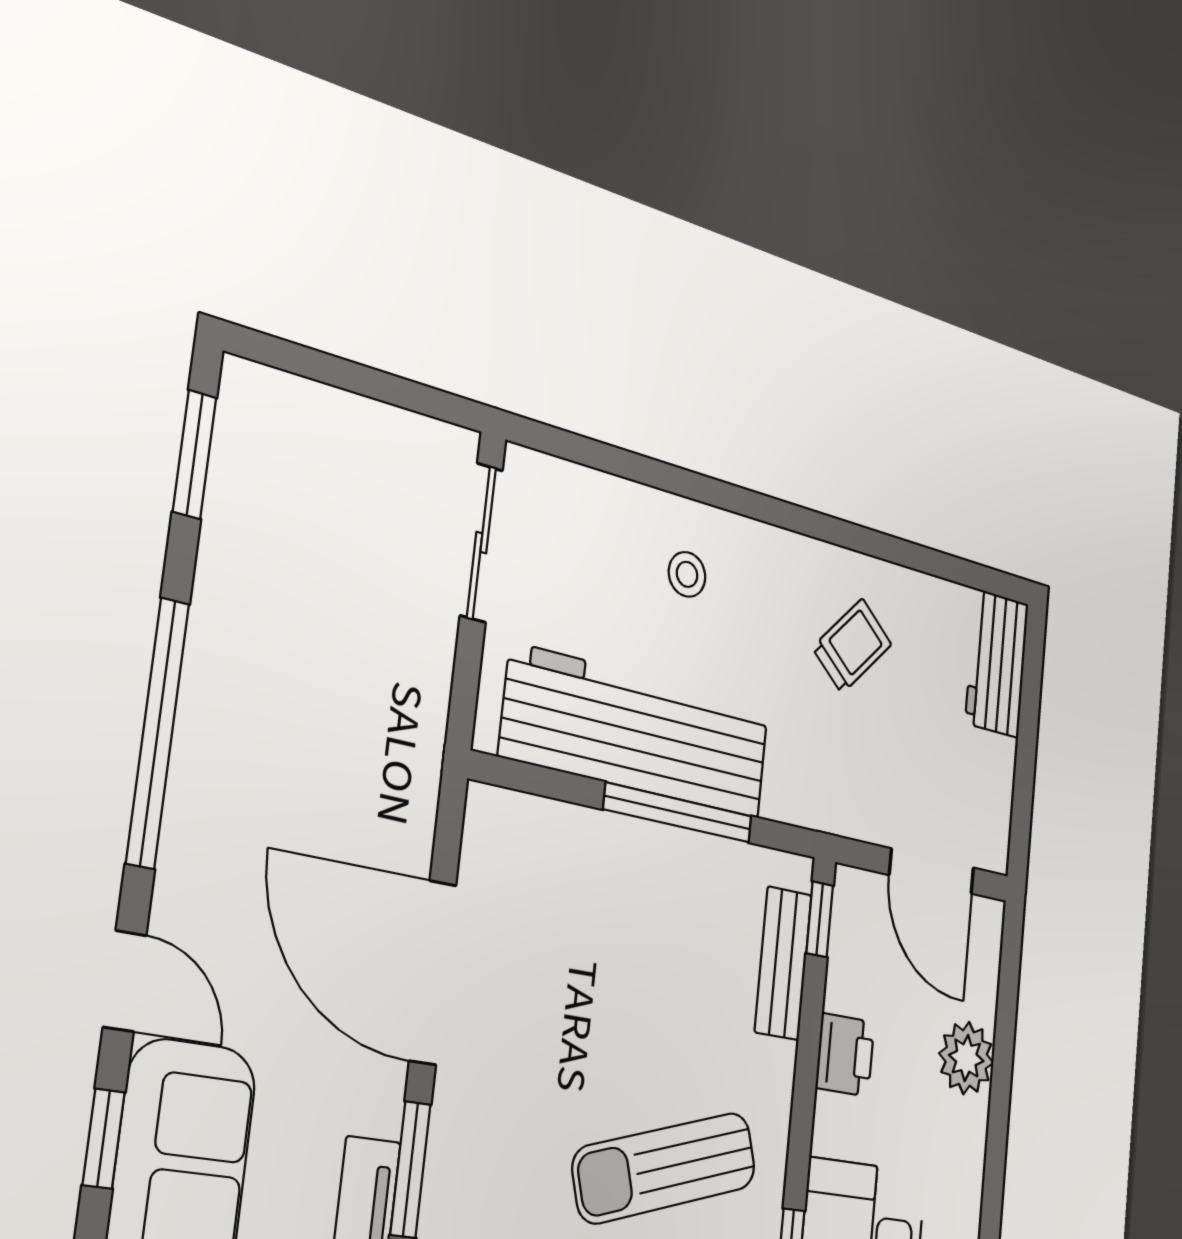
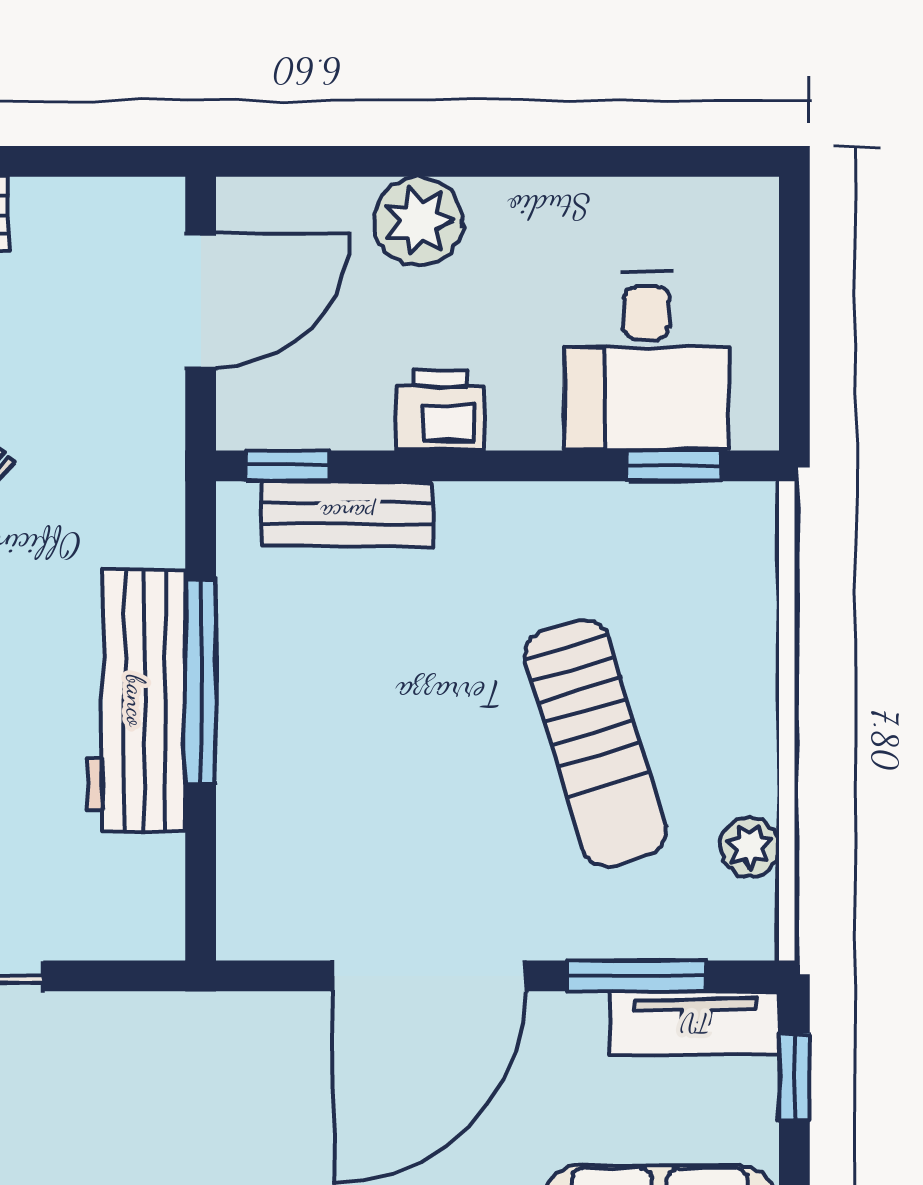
workbench: (637, 732) -> (136, 701), width x0.73, depth x0.76
sun lounger: (665, 1168) -> (595, 743), moved

